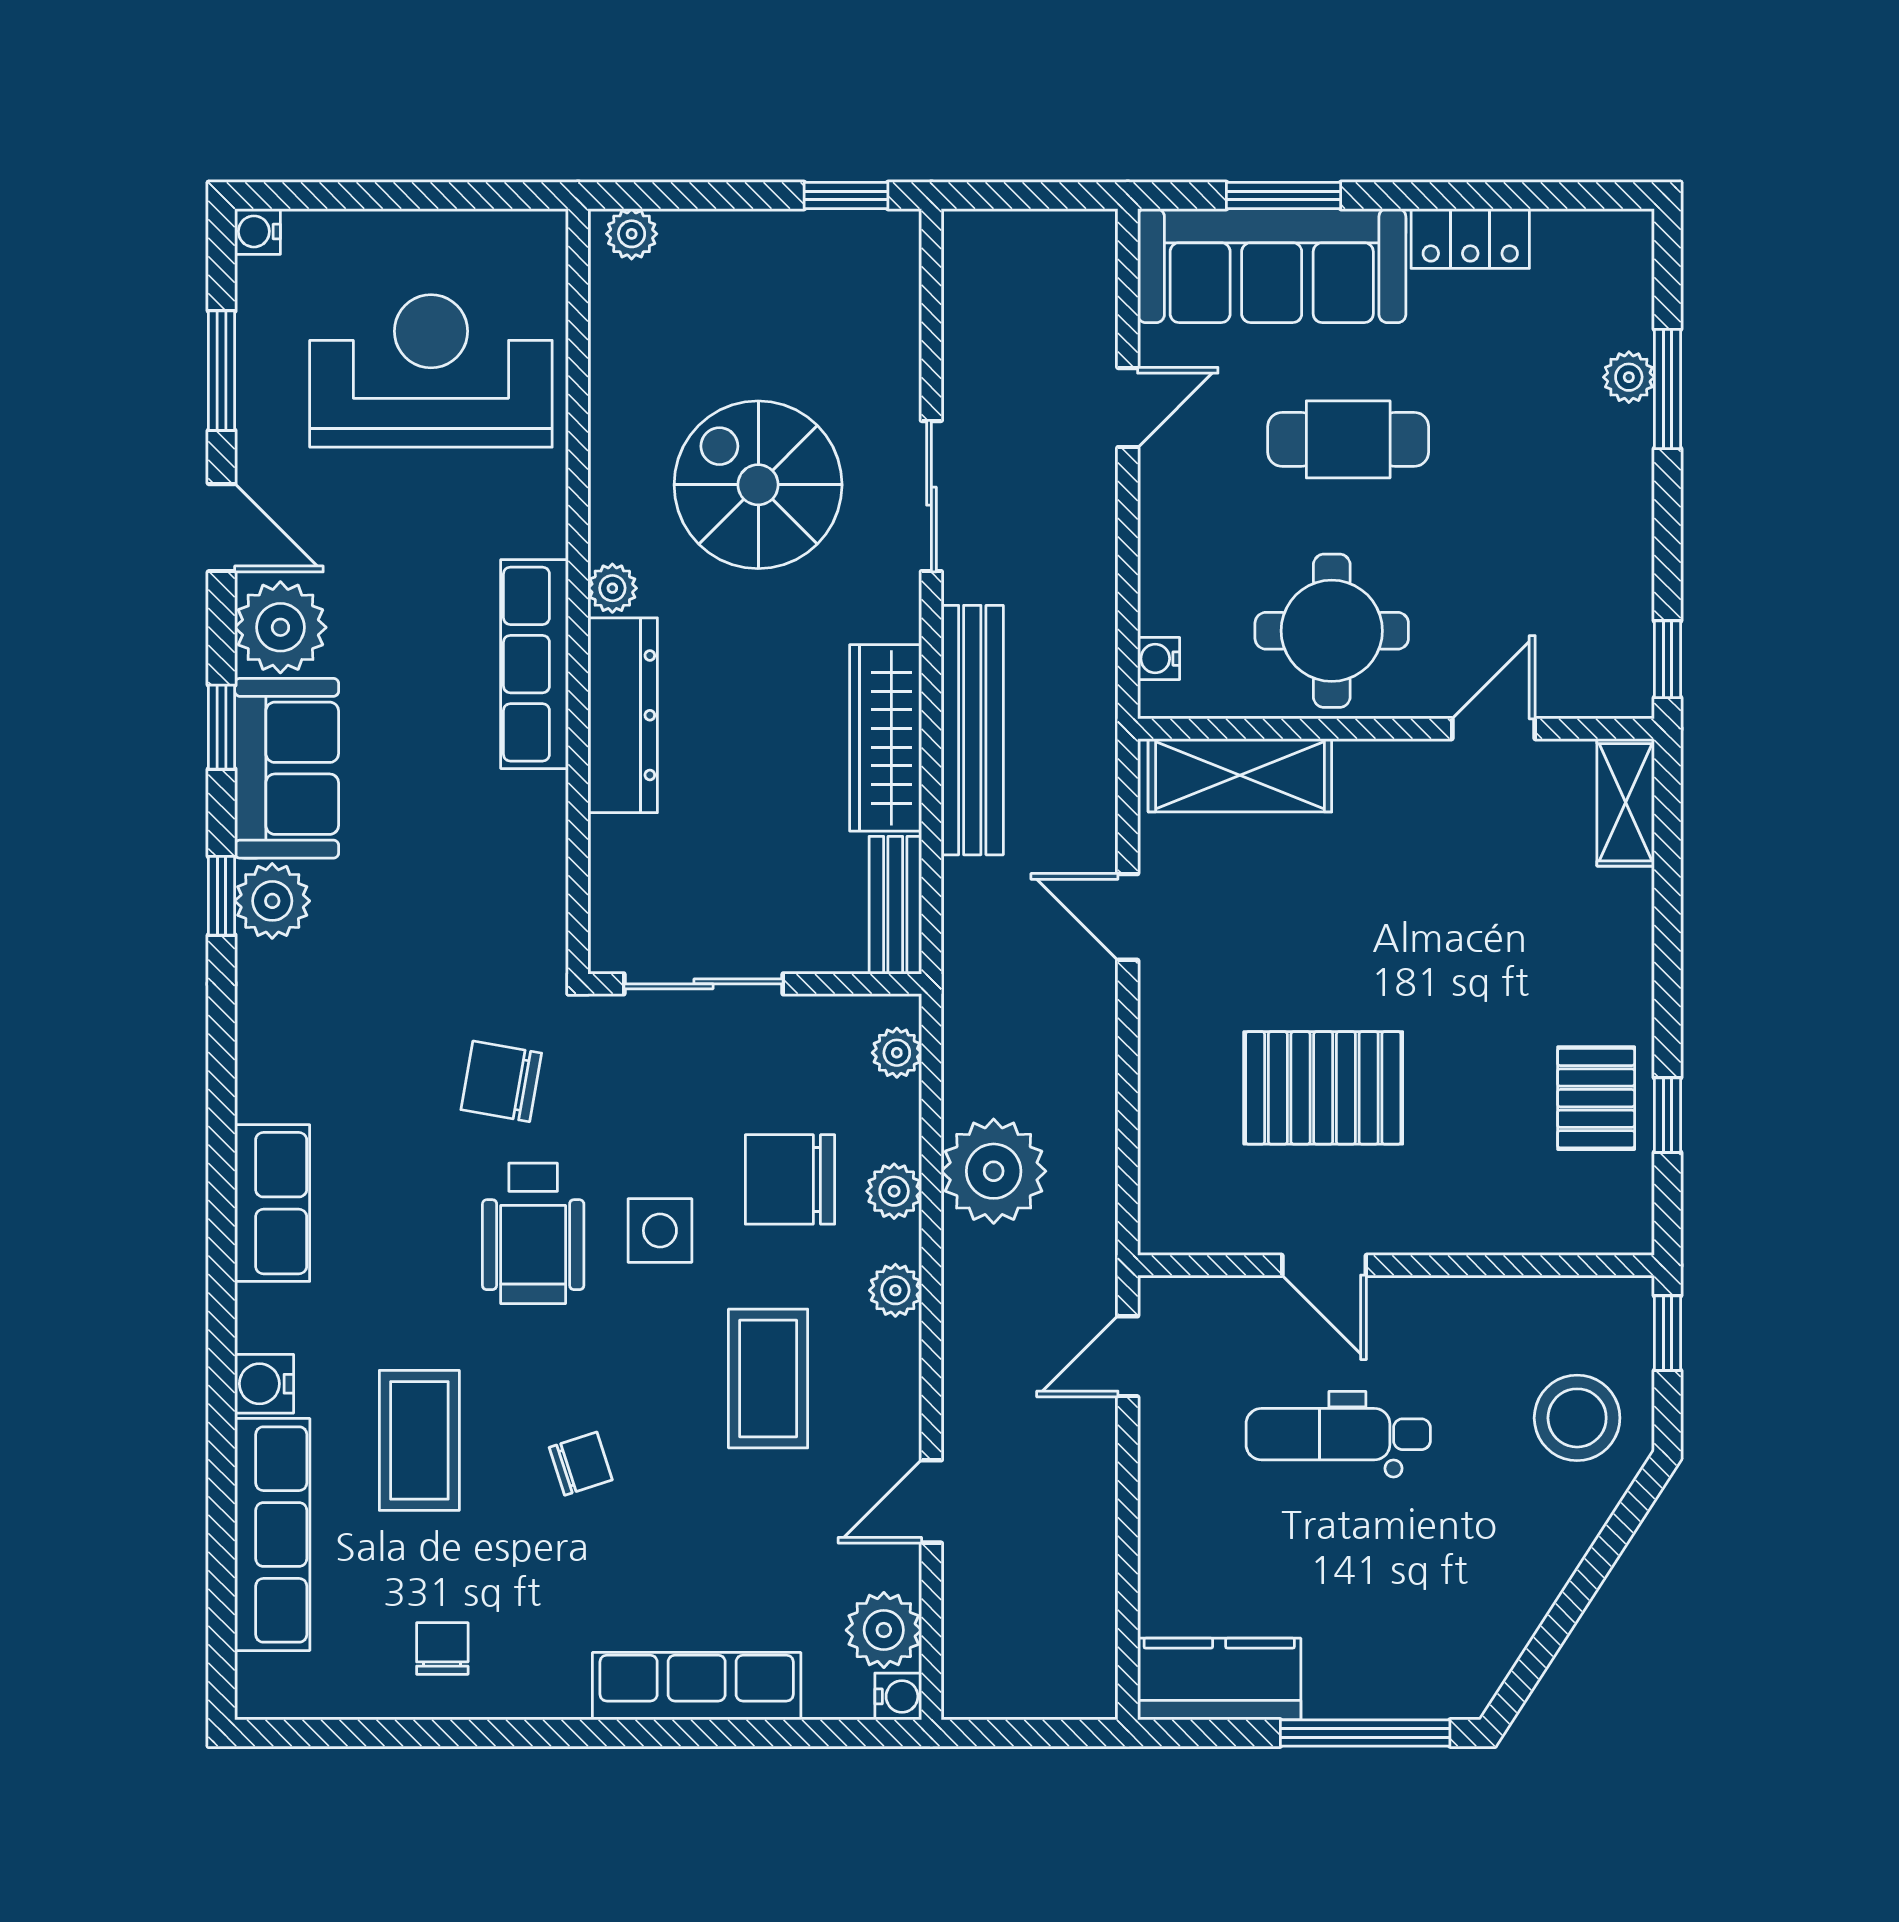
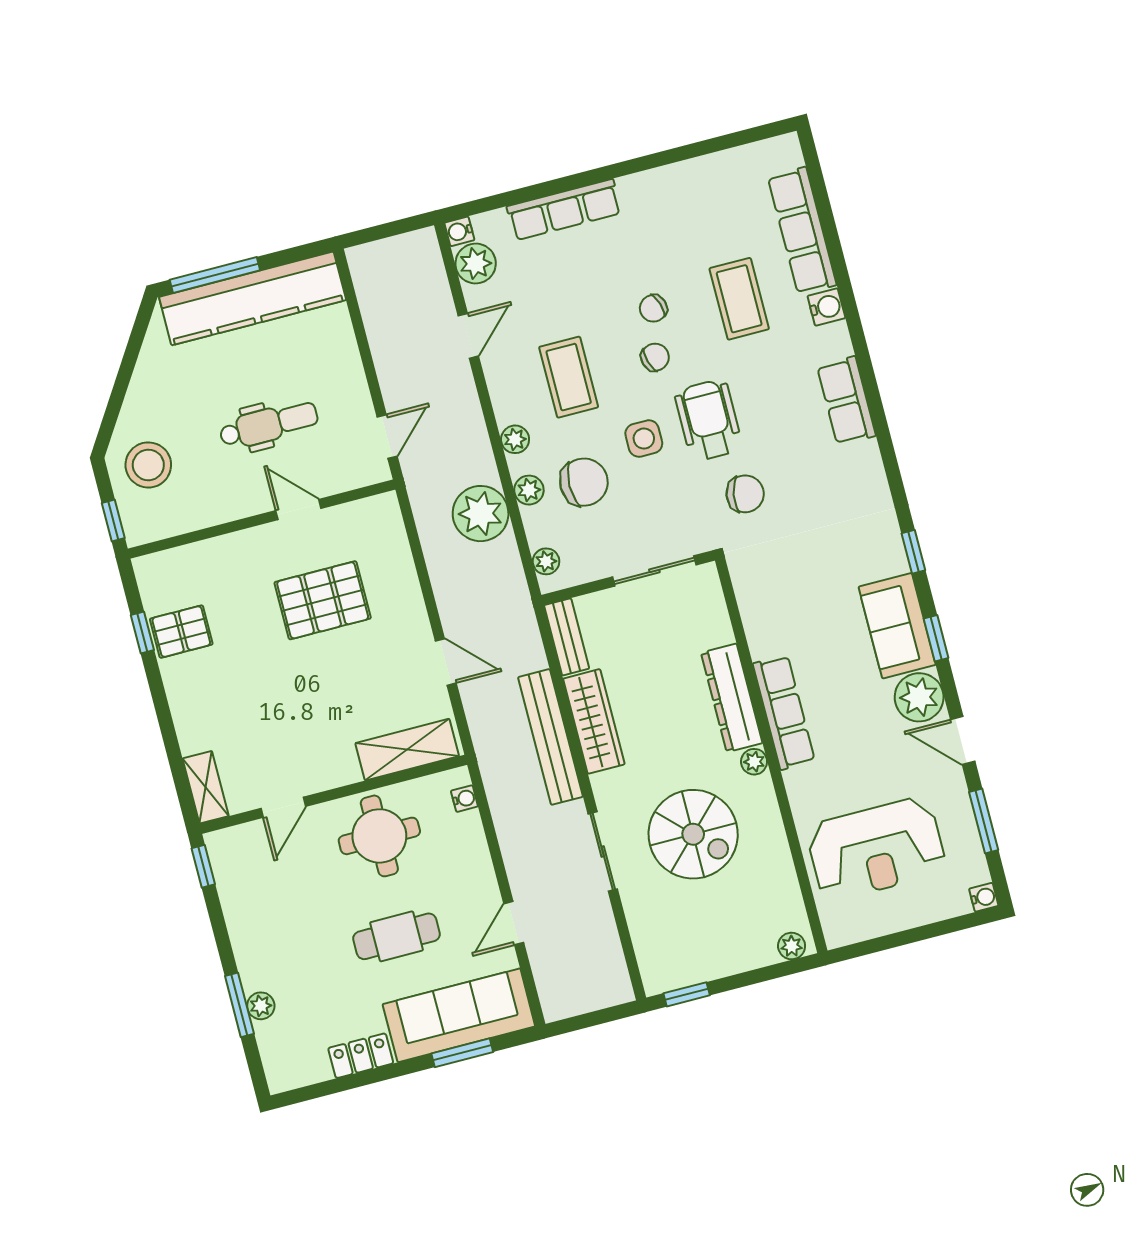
plant: (272, 901) -> (887, 556), removed
pallet: (1596, 1098) -> (181, 632), turned 90
chair: (442, 1648) -> (655, 357), moved, turned -107
kitchen counter: (1219, 1679) -> (253, 298), width x2.08, depth x1.17

